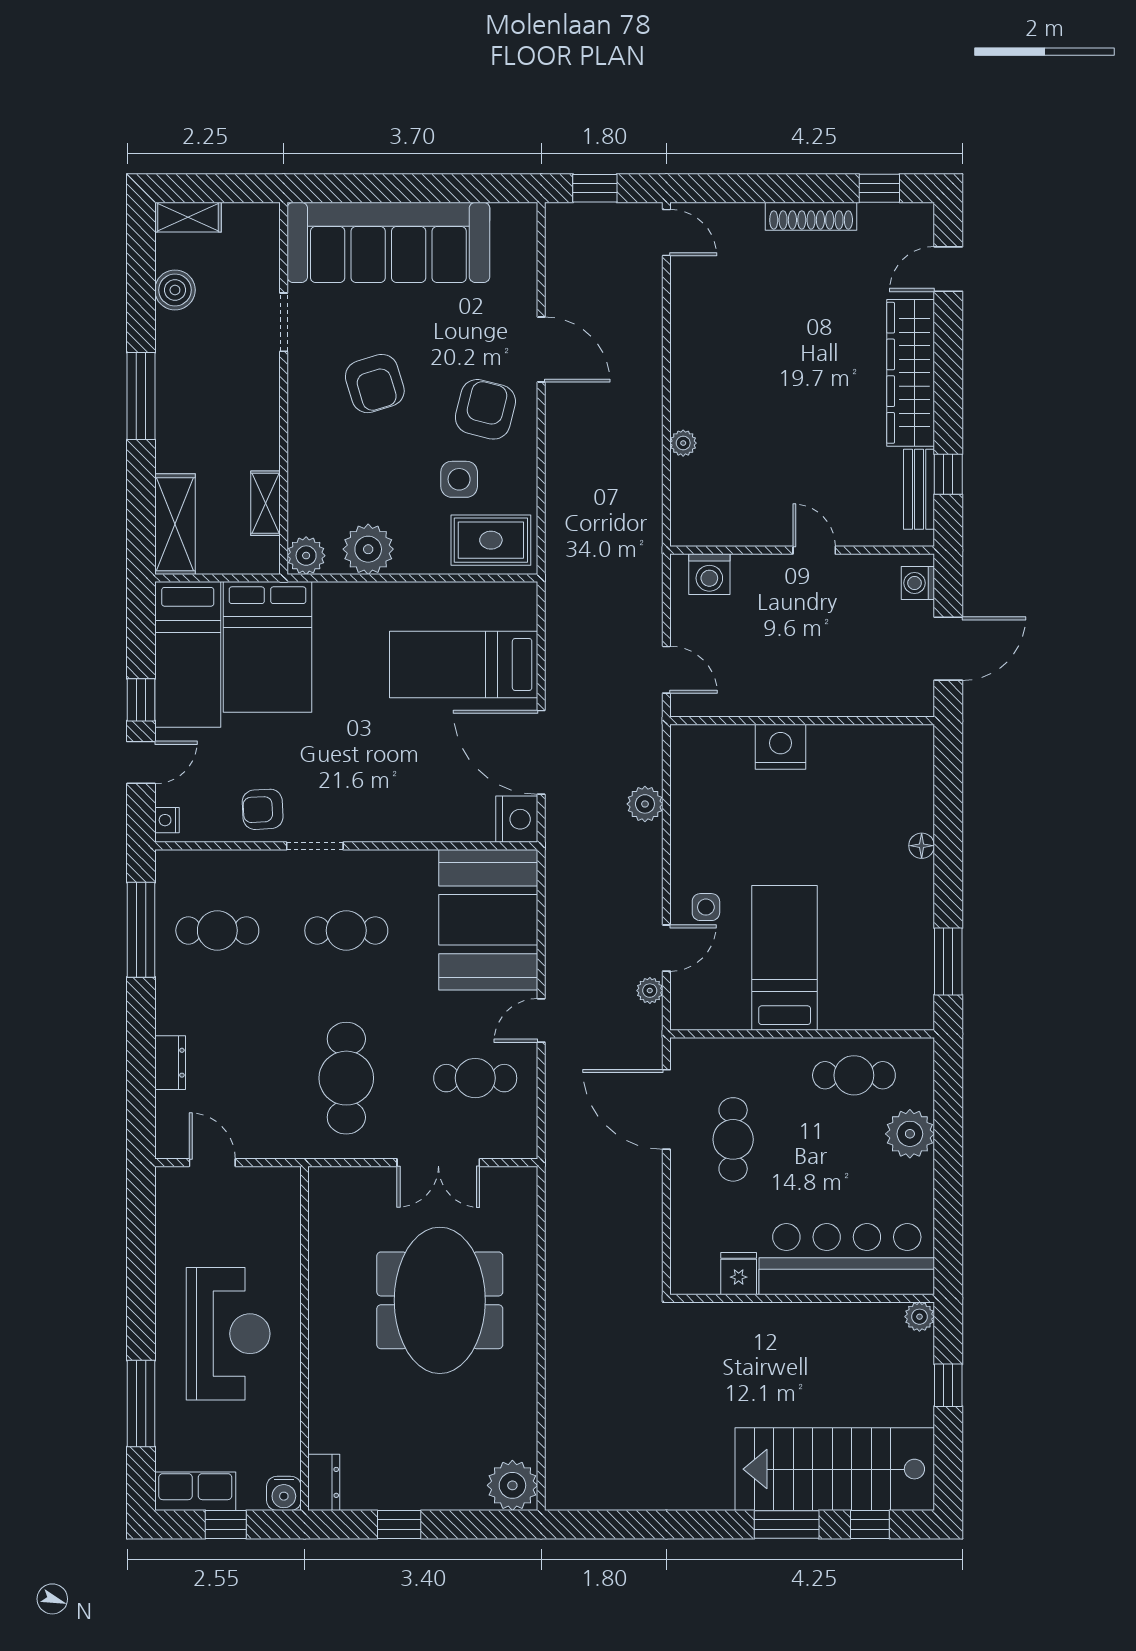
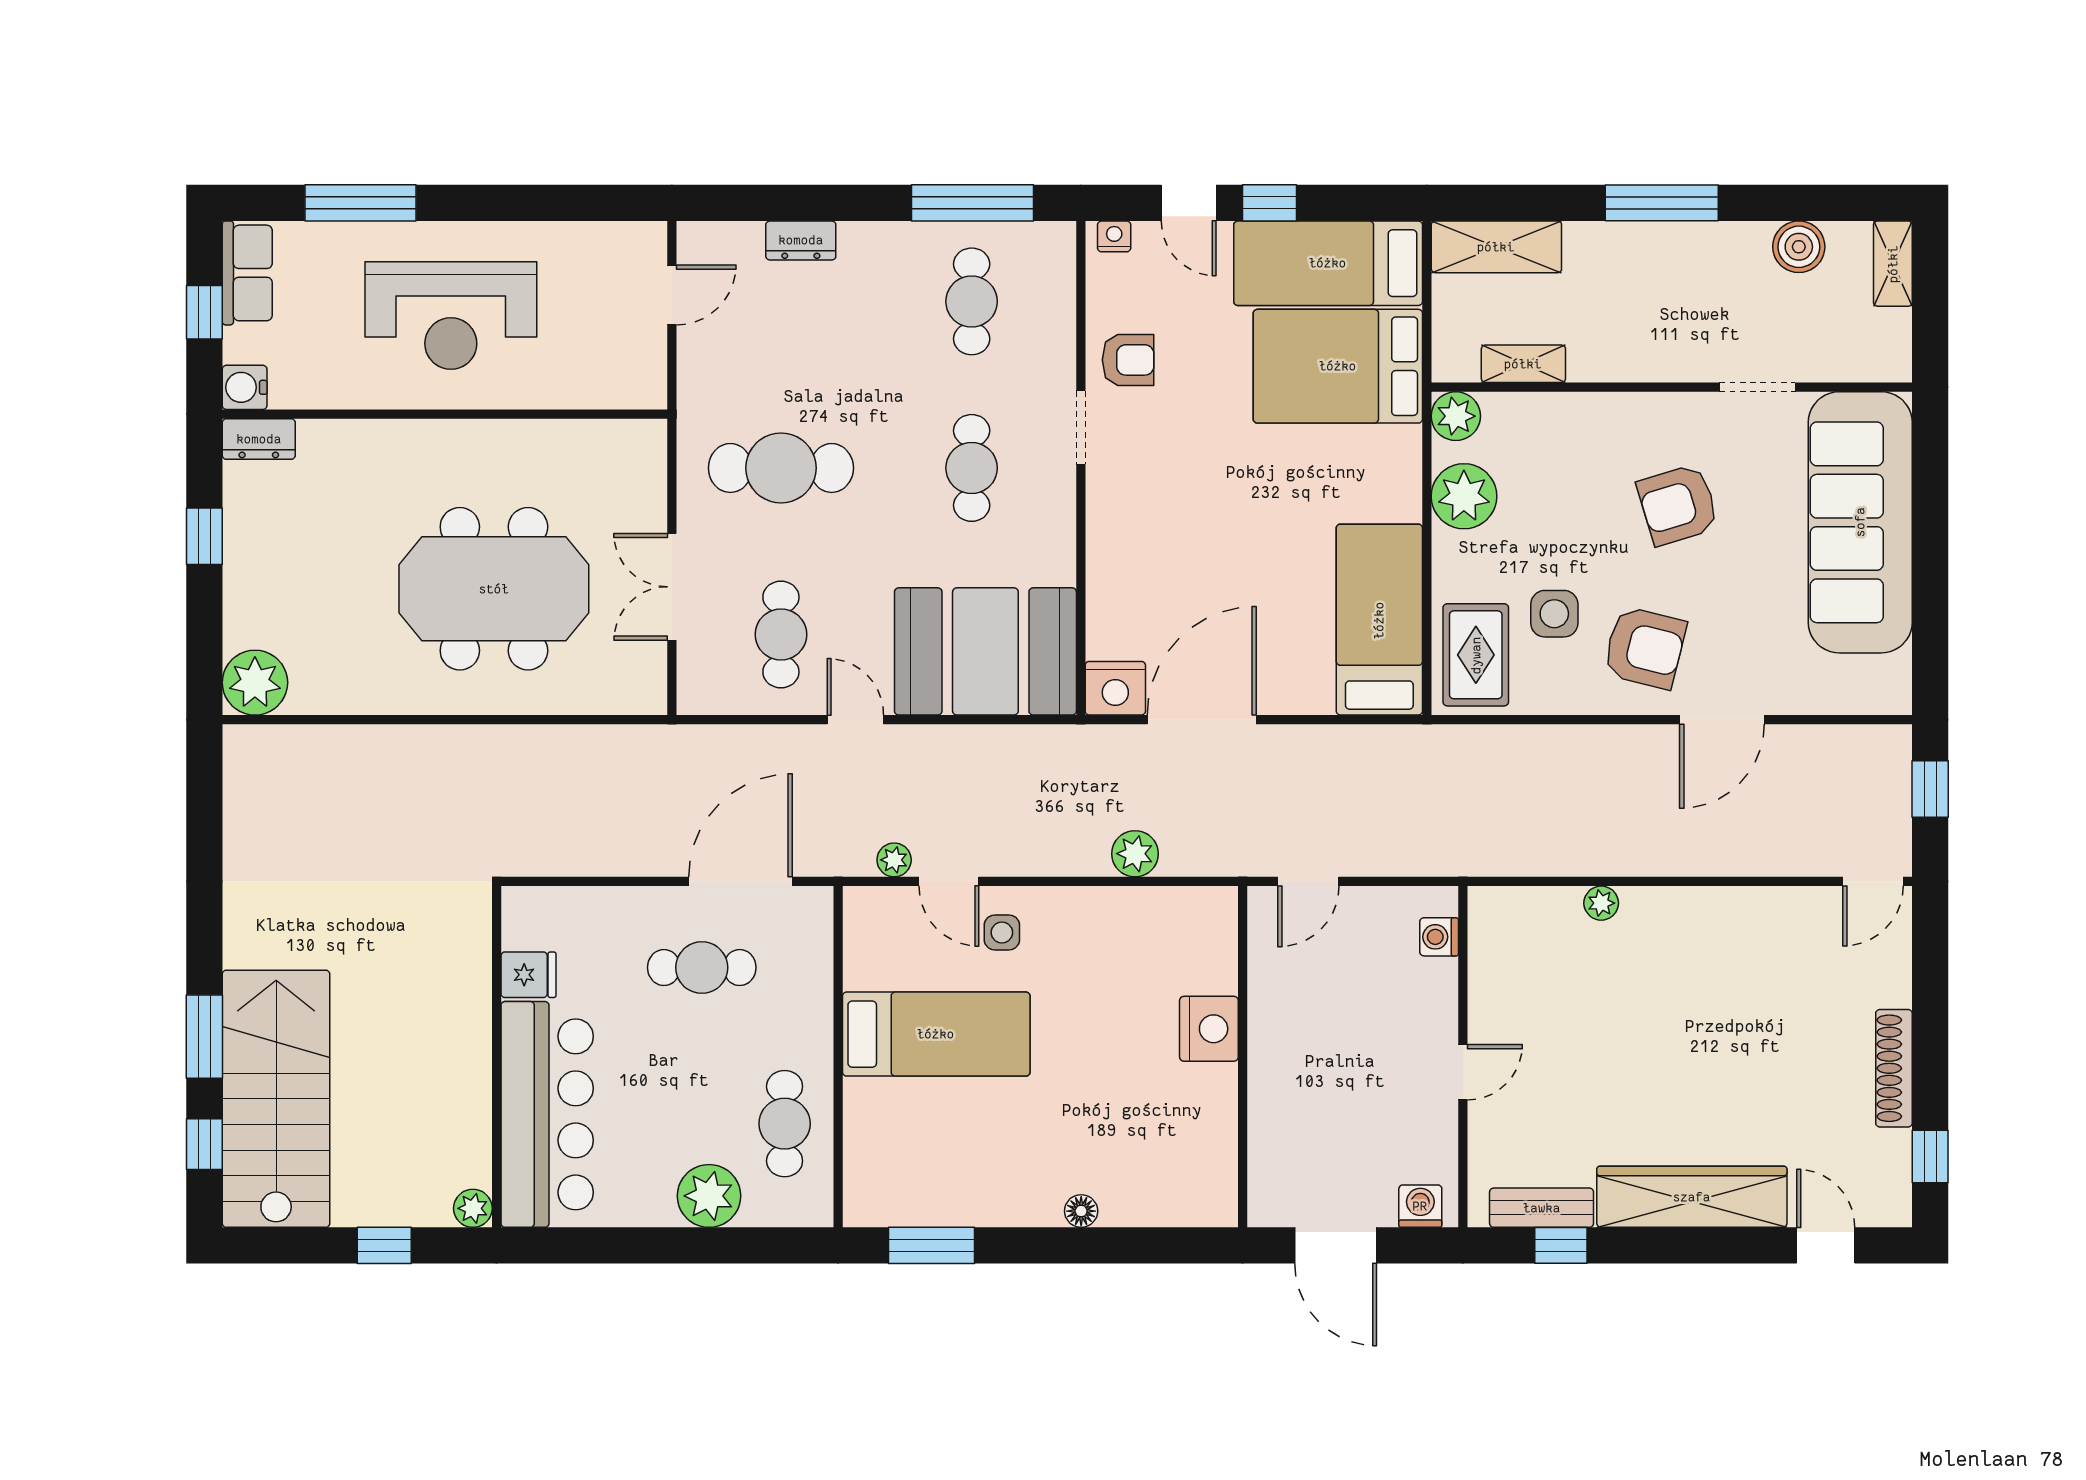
washing machine: (709, 574) -> (1439, 937), width x0.73, depth x0.73
bed: (464, 664) -> (1379, 620), moved
armchair: (263, 809) -> (1128, 360), turned 93

